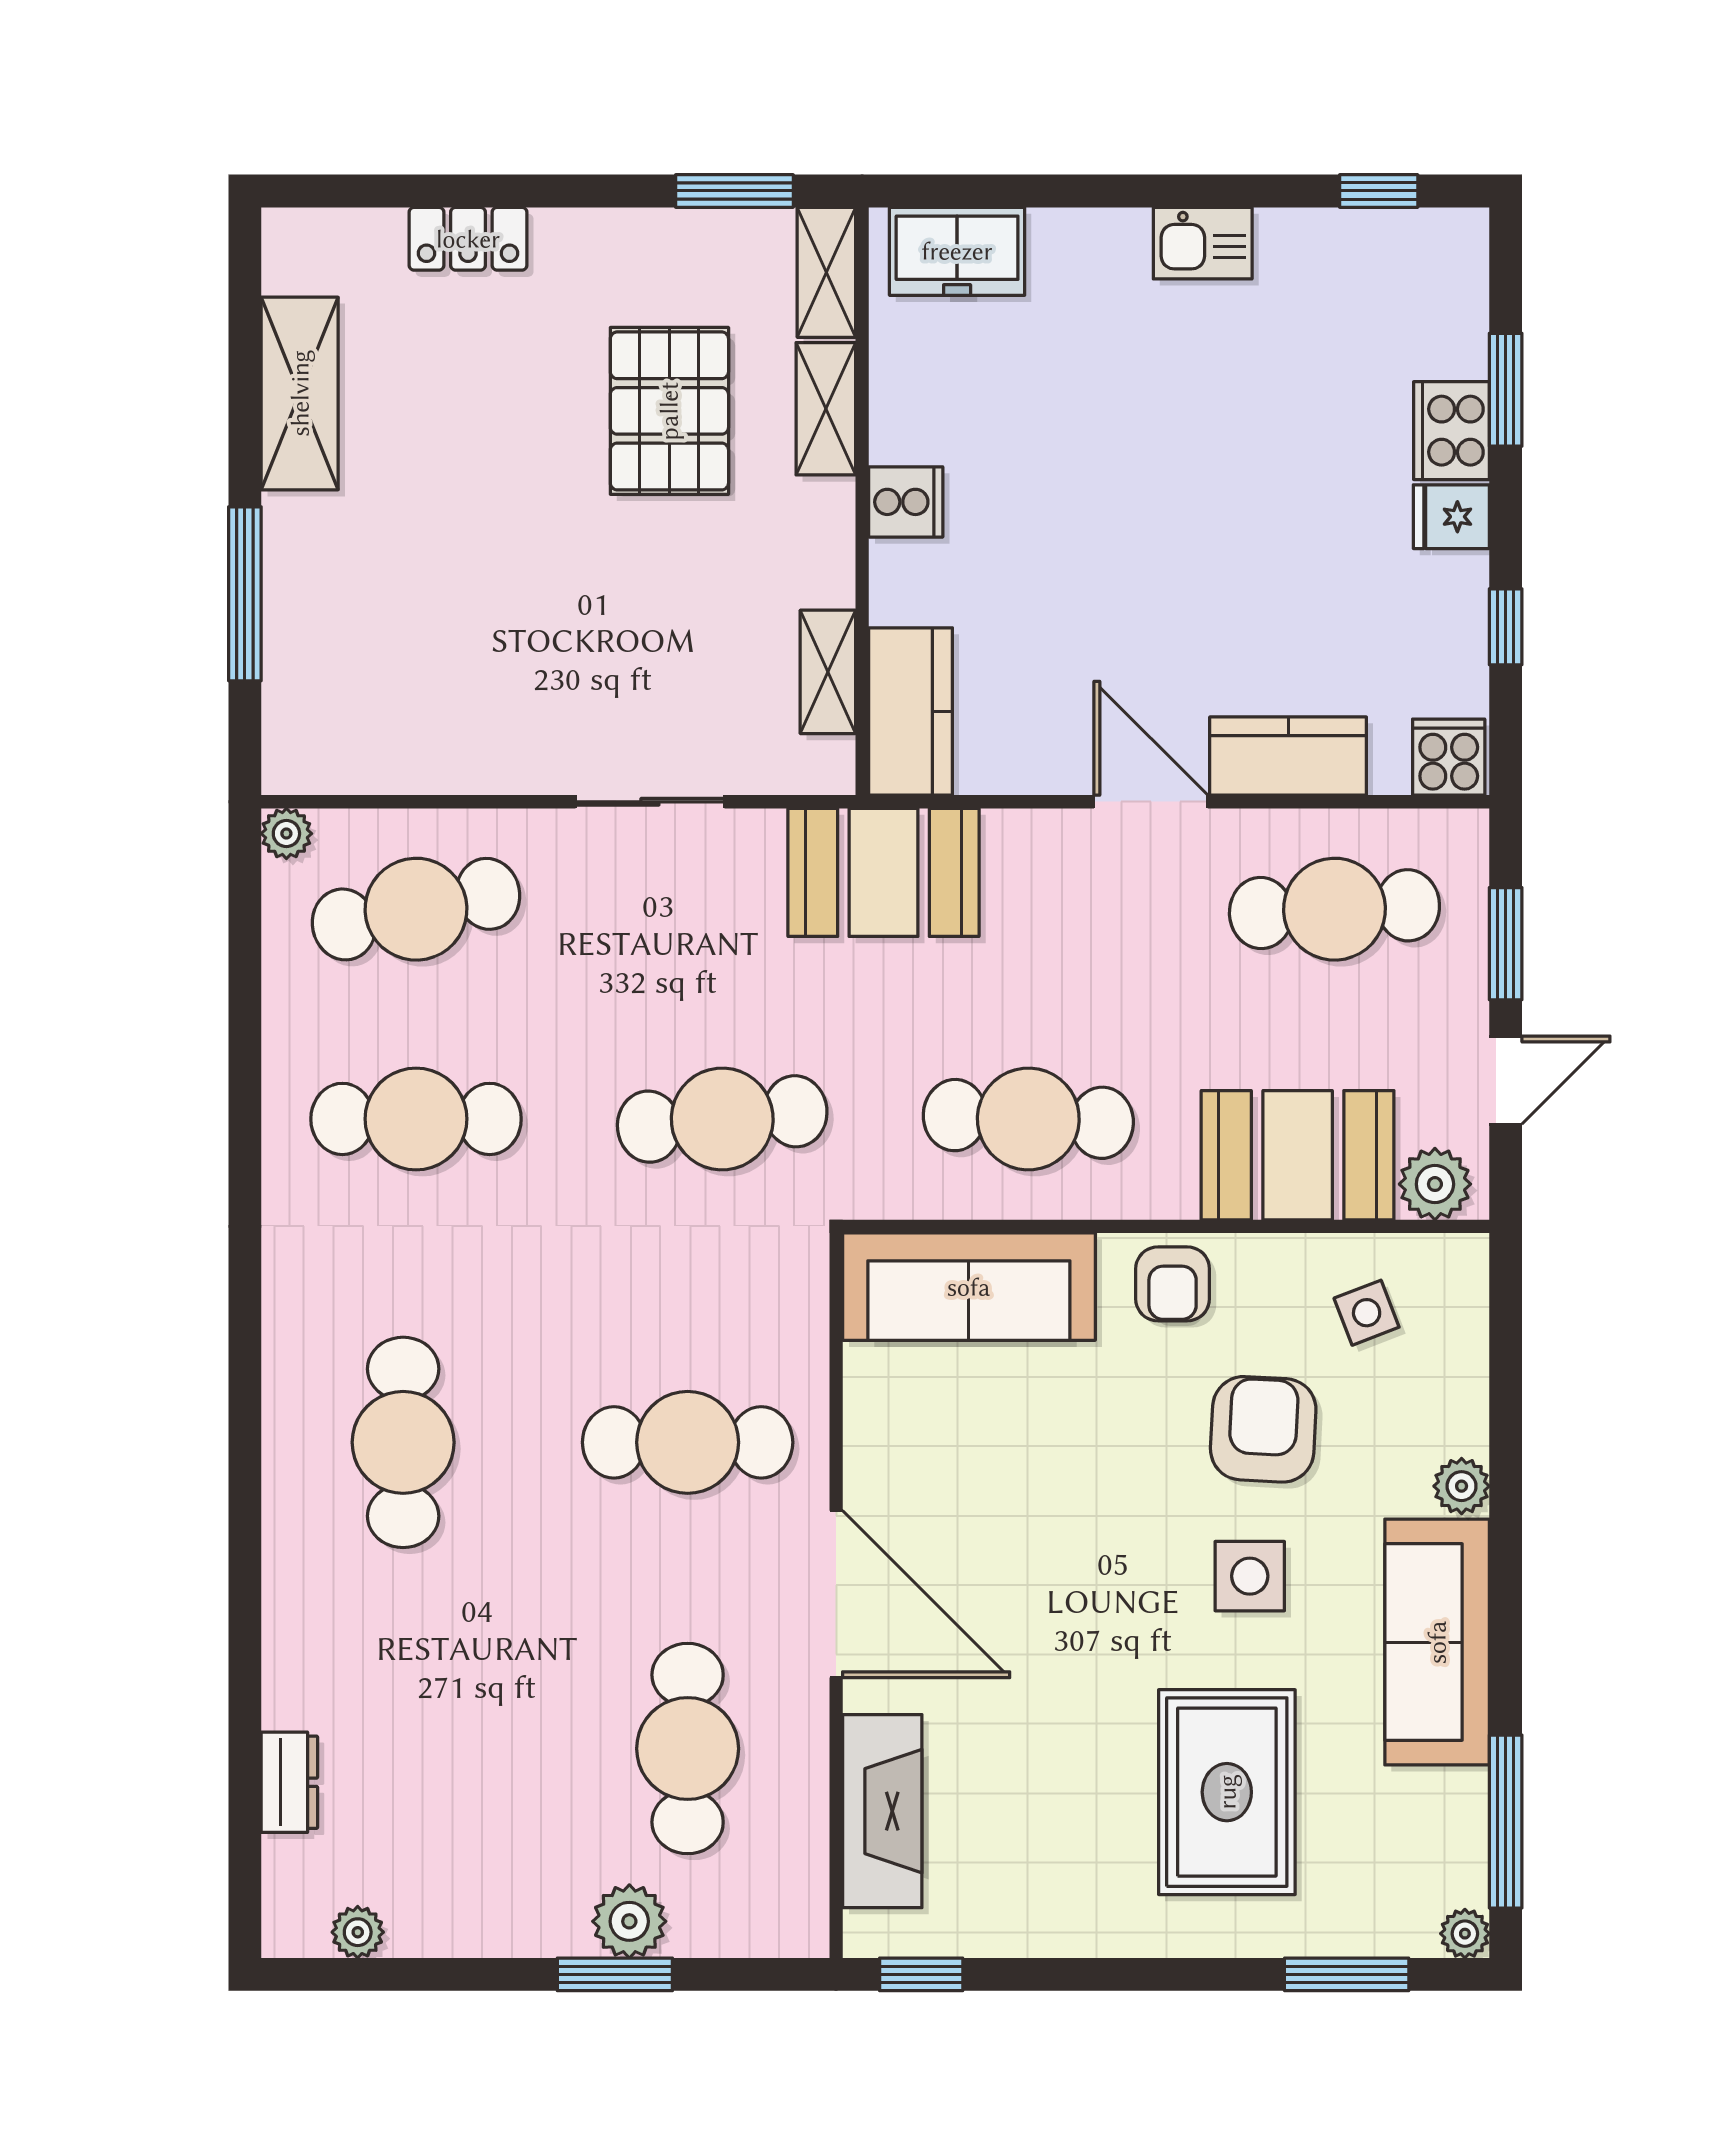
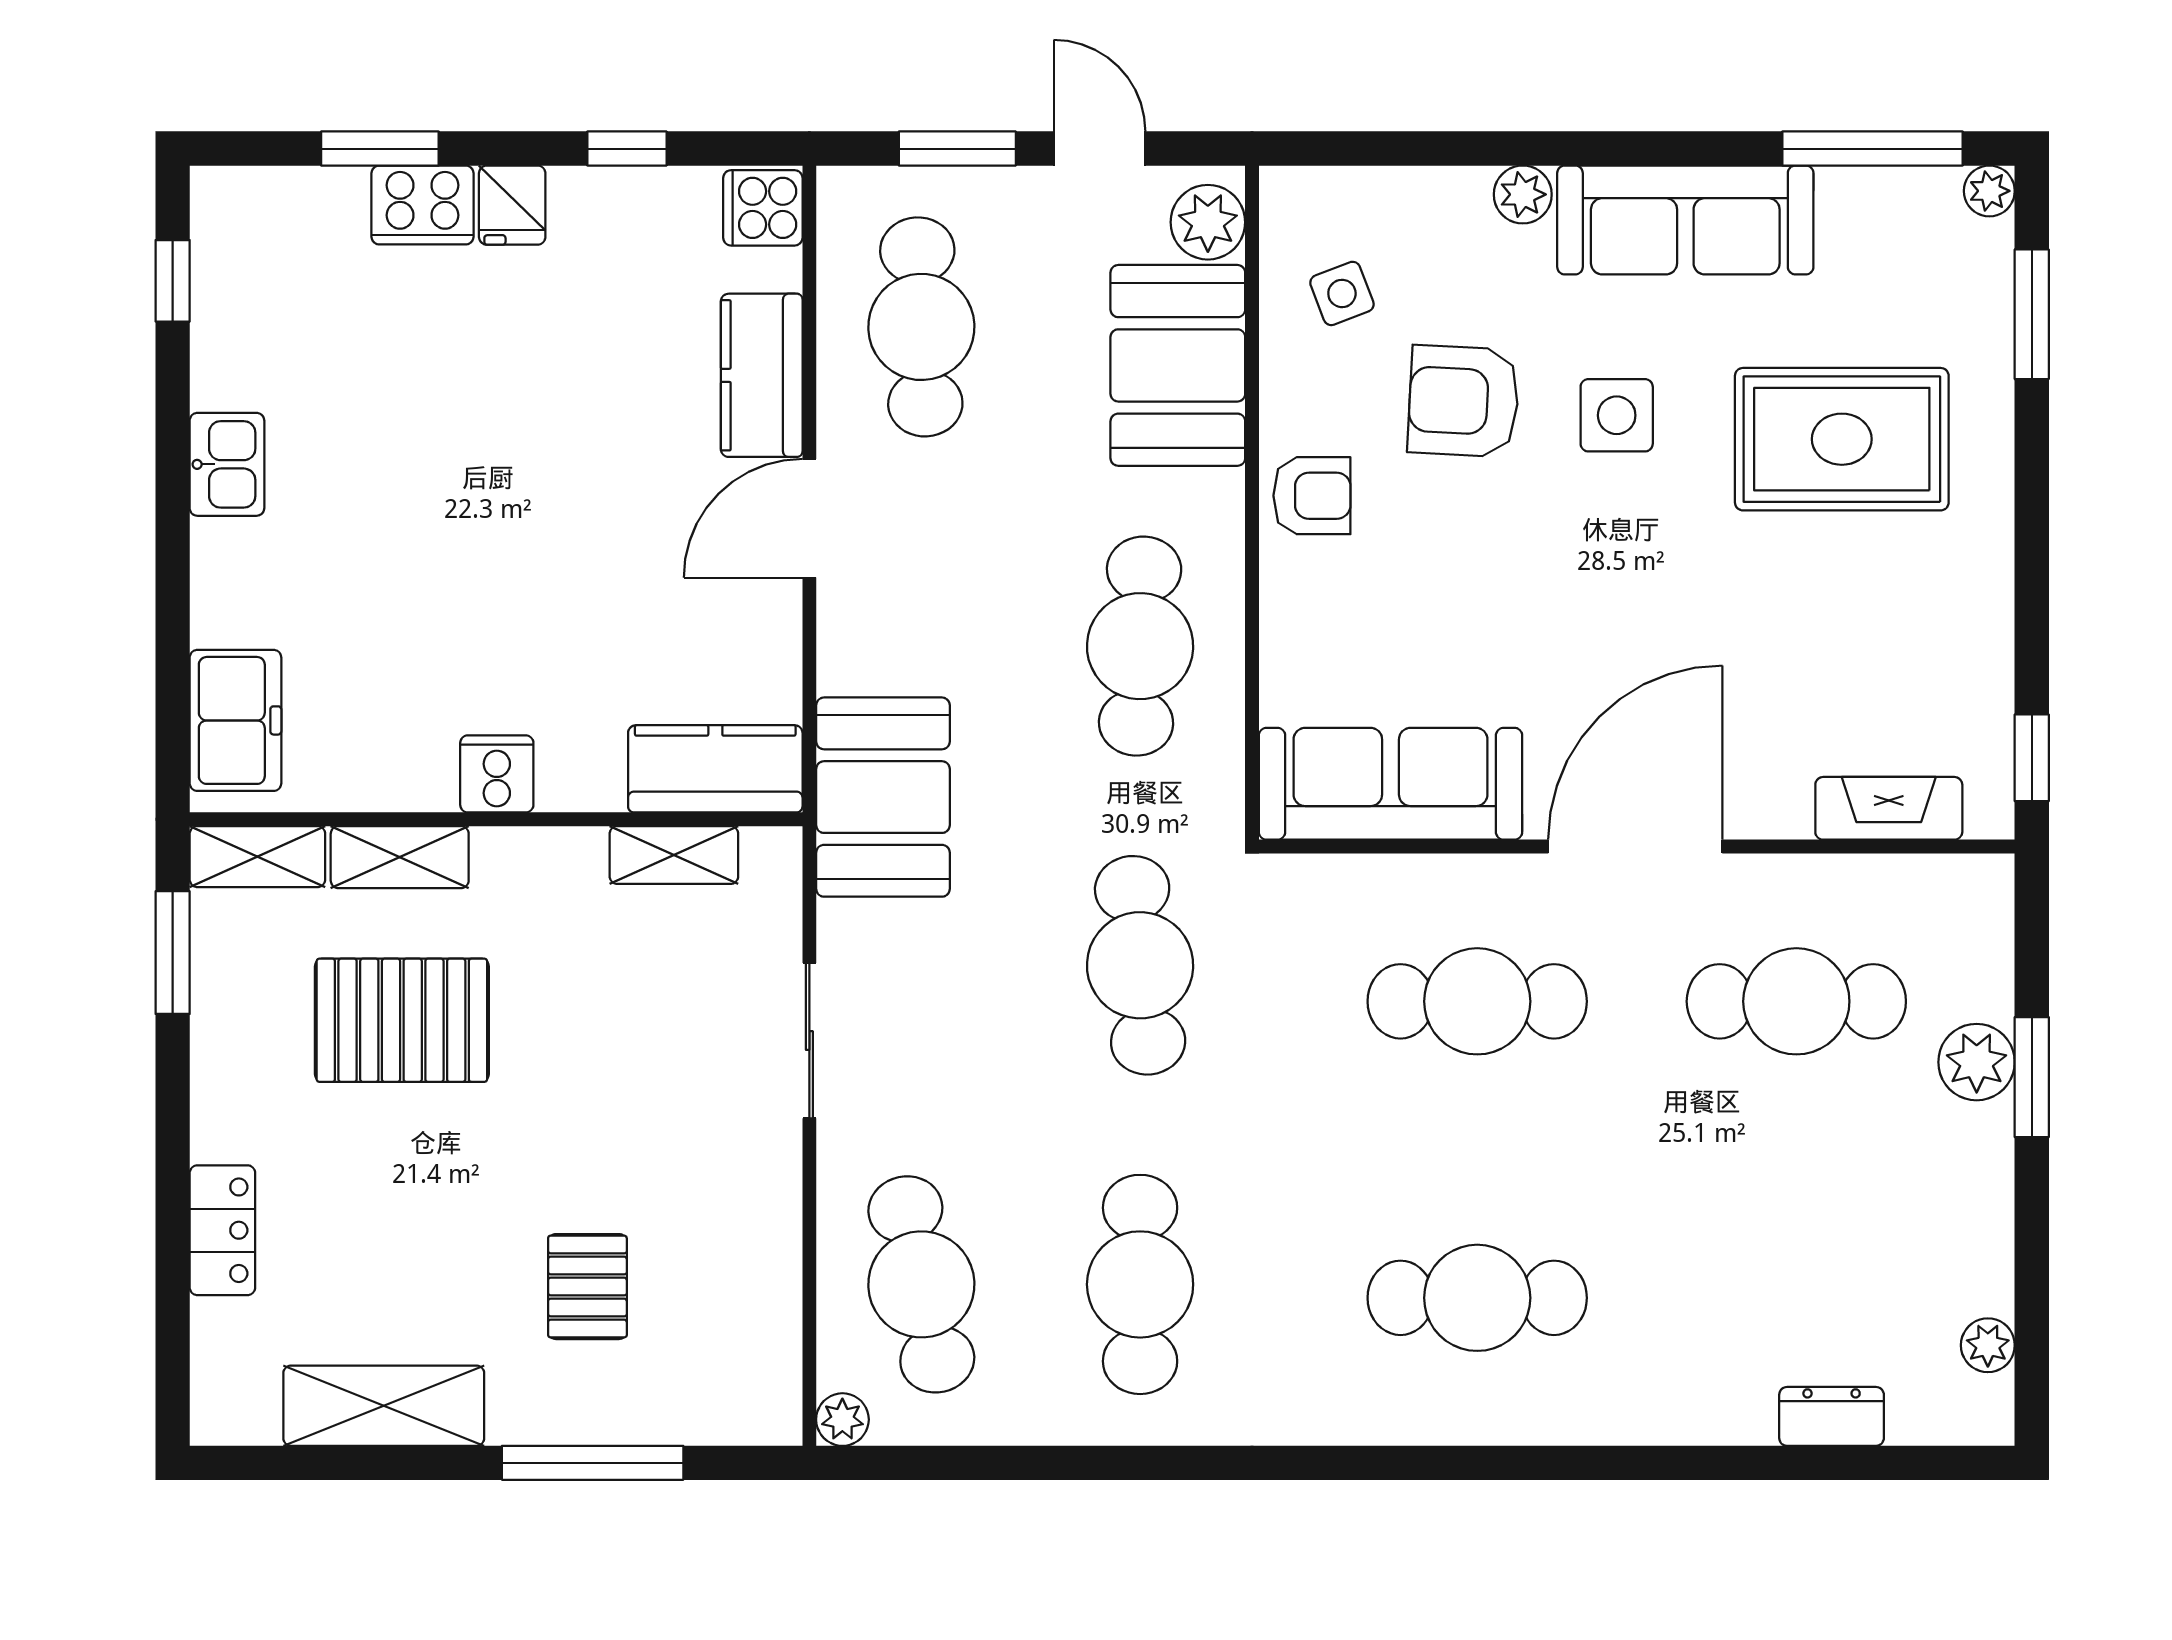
pallet: (414, 589) -> (587, 1287), added
sofa: (969, 1287) -> (1391, 784), moved, turned -90
cafe table: (688, 1442) -> (1477, 1001), turned 90
fireplace: (882, 1811) -> (1889, 808), width x0.73, depth x0.76

